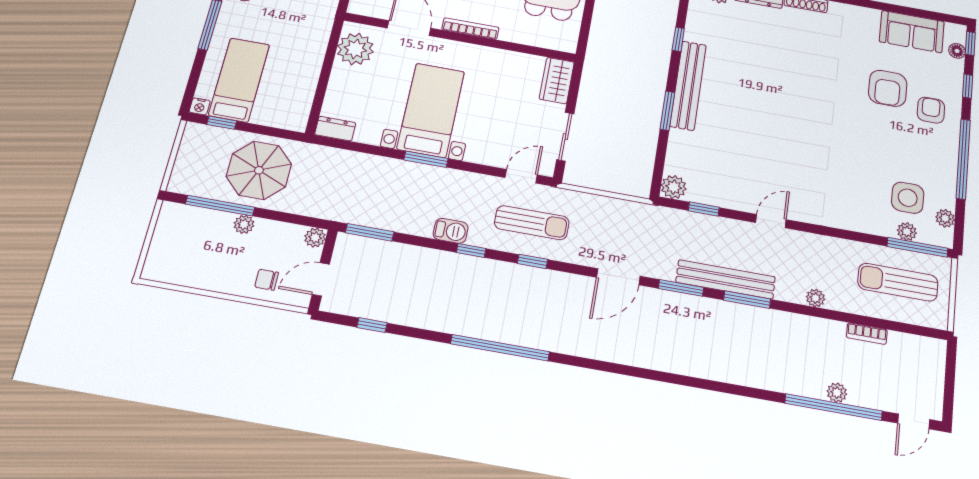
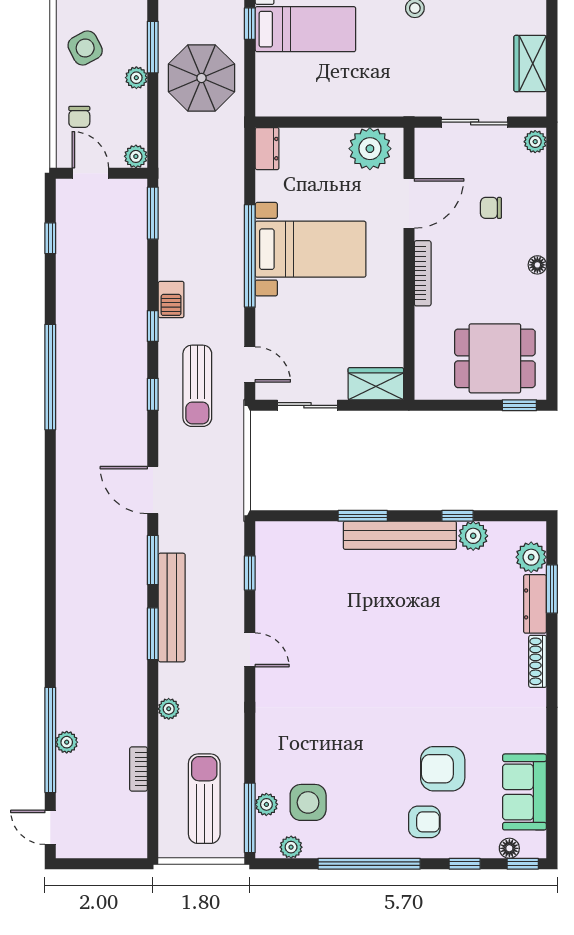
window: (426, 159) -> (250, 256), width x2.11
plant: (674, 187) -> (473, 536), moved
window: (220, 206) -> (153, 47), width x0.69
side table: (205, 263) -> (85, 48), added
chair: (267, 280) -> (79, 117), turned 180

